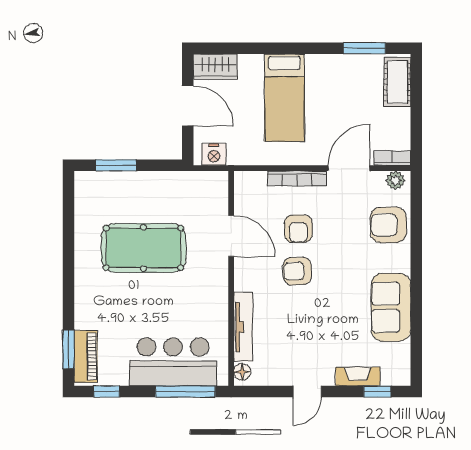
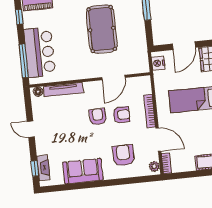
armchair: (388, 225) -> (123, 155), moved
armchair: (298, 229) -> (121, 115), turned 180
fireplace: (358, 376) -> (43, 168), moved

